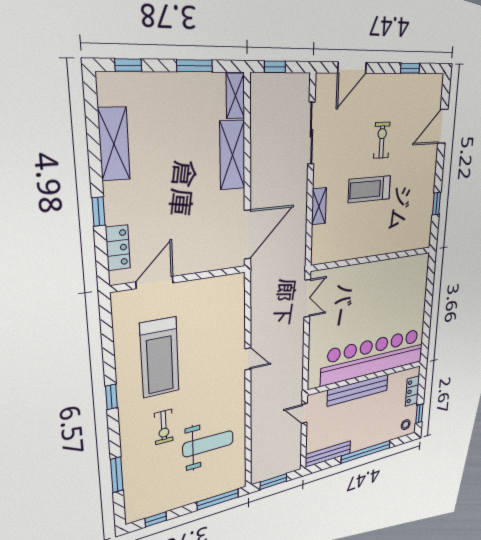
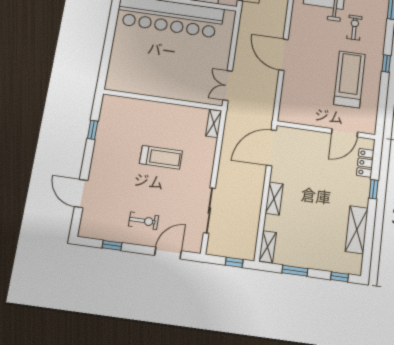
door: (443, 126) -> (81, 194), swing flipped
exercise bike: (382, 140) -> (144, 221), moved, turned -90
shelving: (232, 155) -> (274, 199), width x0.67, depth x0.75
shelving: (319, 206) -> (214, 123), moved
door: (248, 359) -> (284, 55), width x1.87

